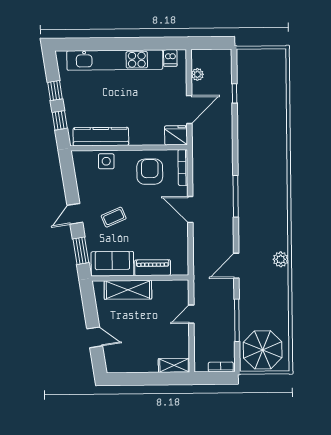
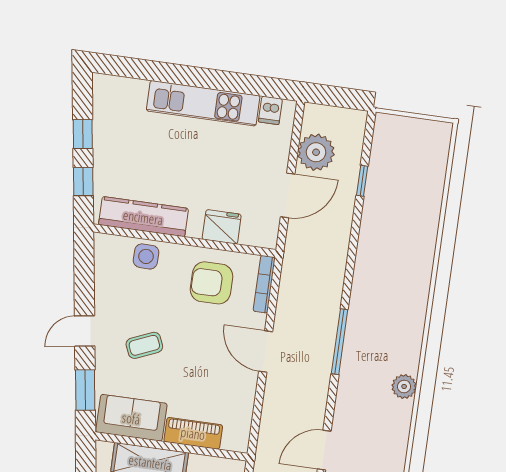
kitchen unit: (115, 60) -> (203, 103), width x0.73
plant: (197, 74) -> (316, 152), width x1.87, depth x1.87
fridge: (176, 135) -> (222, 227), moved
armchair: (150, 172) -> (211, 283), turned -90
plant: (281, 259) -> (404, 387), moved

